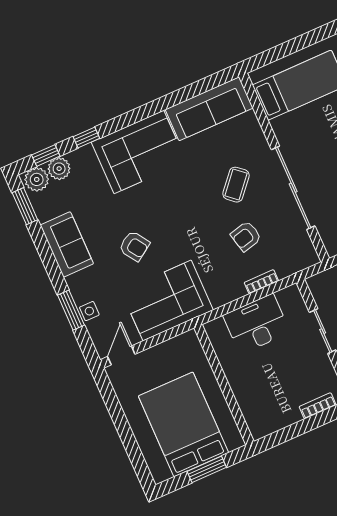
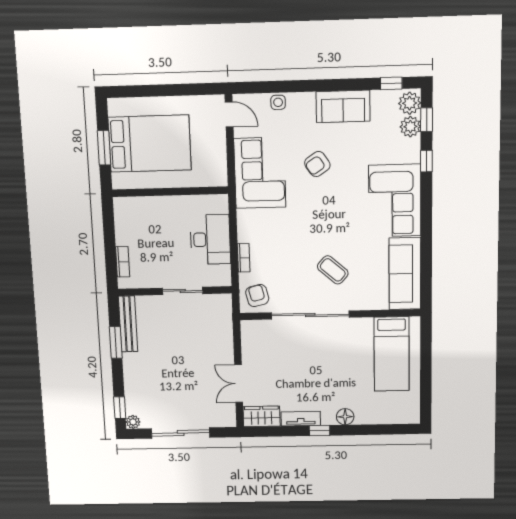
window: (25, 206) -> (391, 83), width x0.67
armchair: (246, 236) -> (257, 296), moved
window: (71, 310) -> (285, 87), removed

